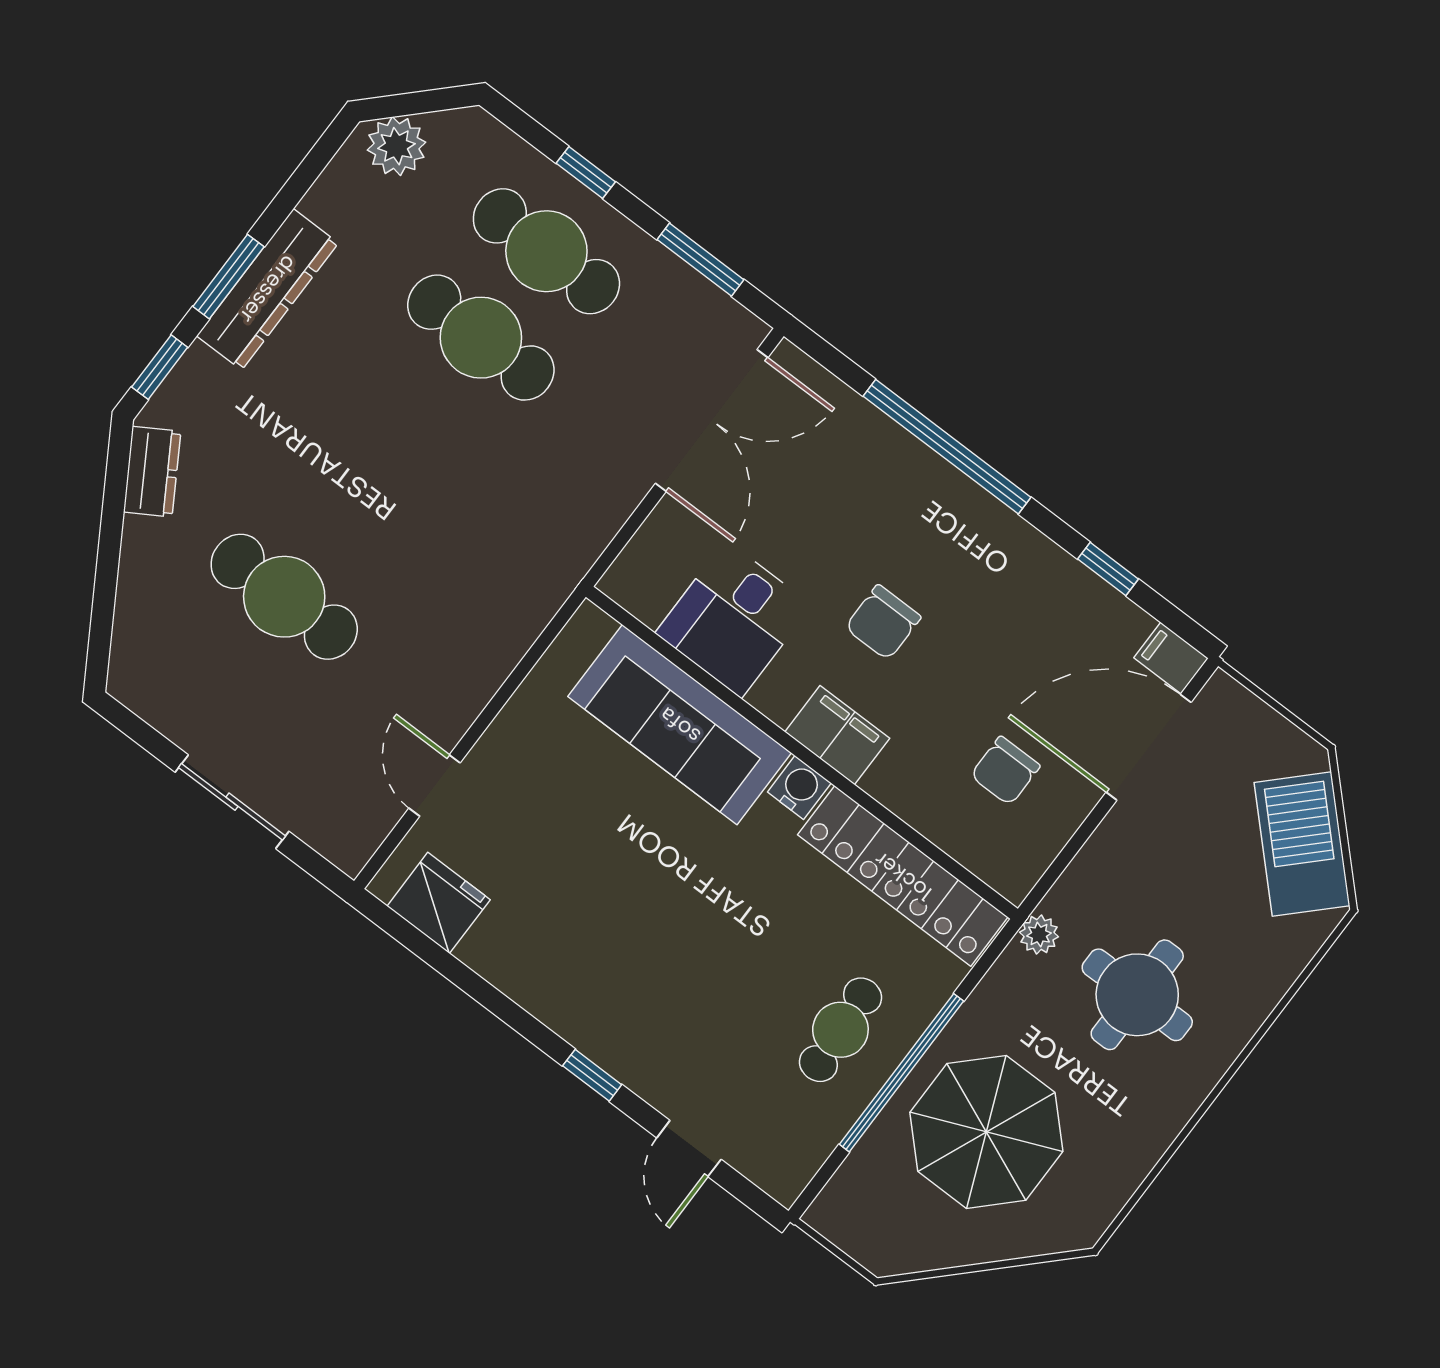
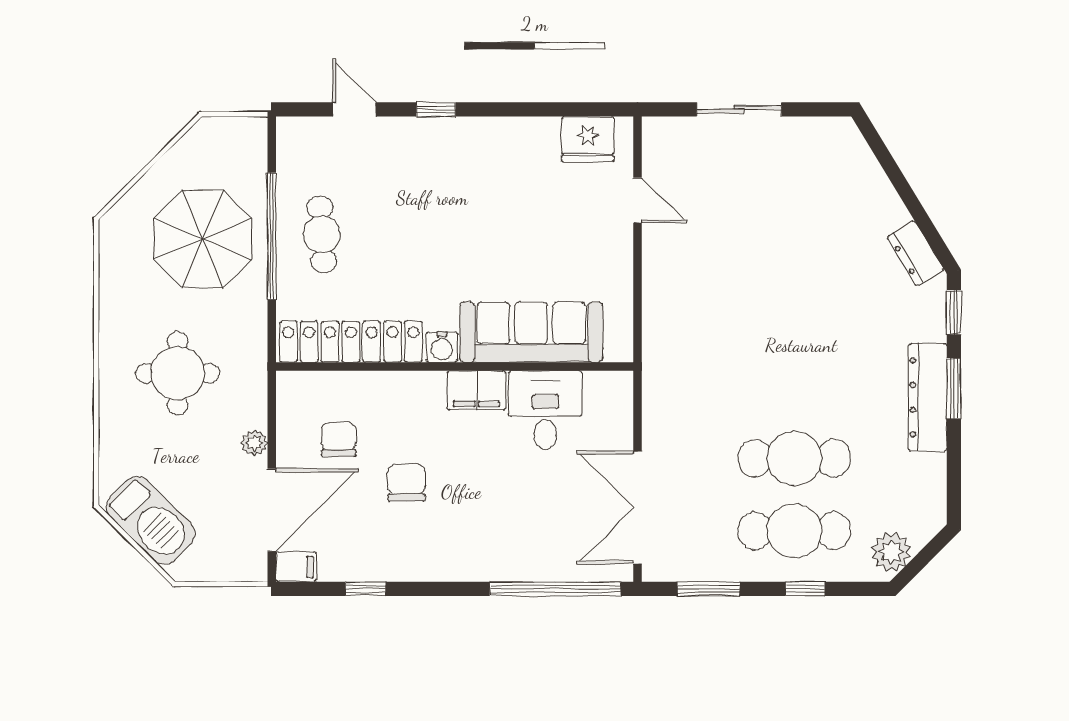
plant: (396, 146) -> (891, 552), moved
window: (947, 447) -> (555, 589), moved
cafe table: (284, 597) -> (794, 240), removed
chair: (883, 622) -> (406, 482), moved
filing cabinet: (837, 735) -> (476, 390), moved
plant: (1039, 934) -> (254, 443), moved

